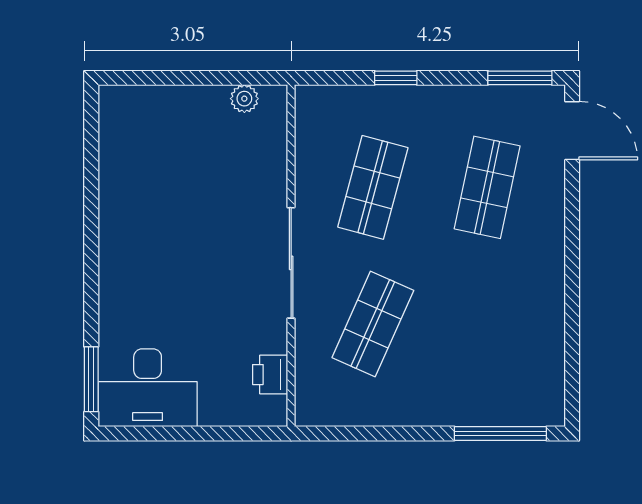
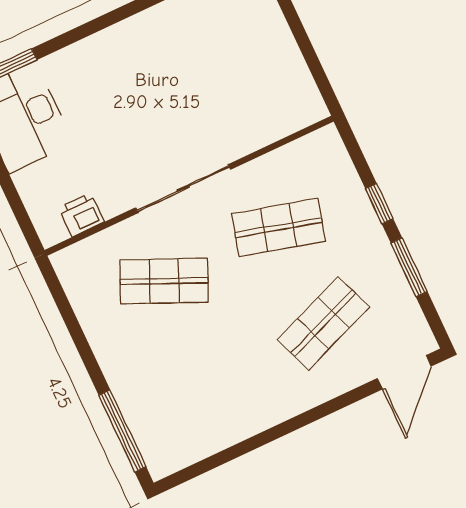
window: (520, 78) -> (409, 267), moved
plant: (244, 99) -> (302, 85), removed
shop shelf: (487, 187) -> (323, 323), turned -33

